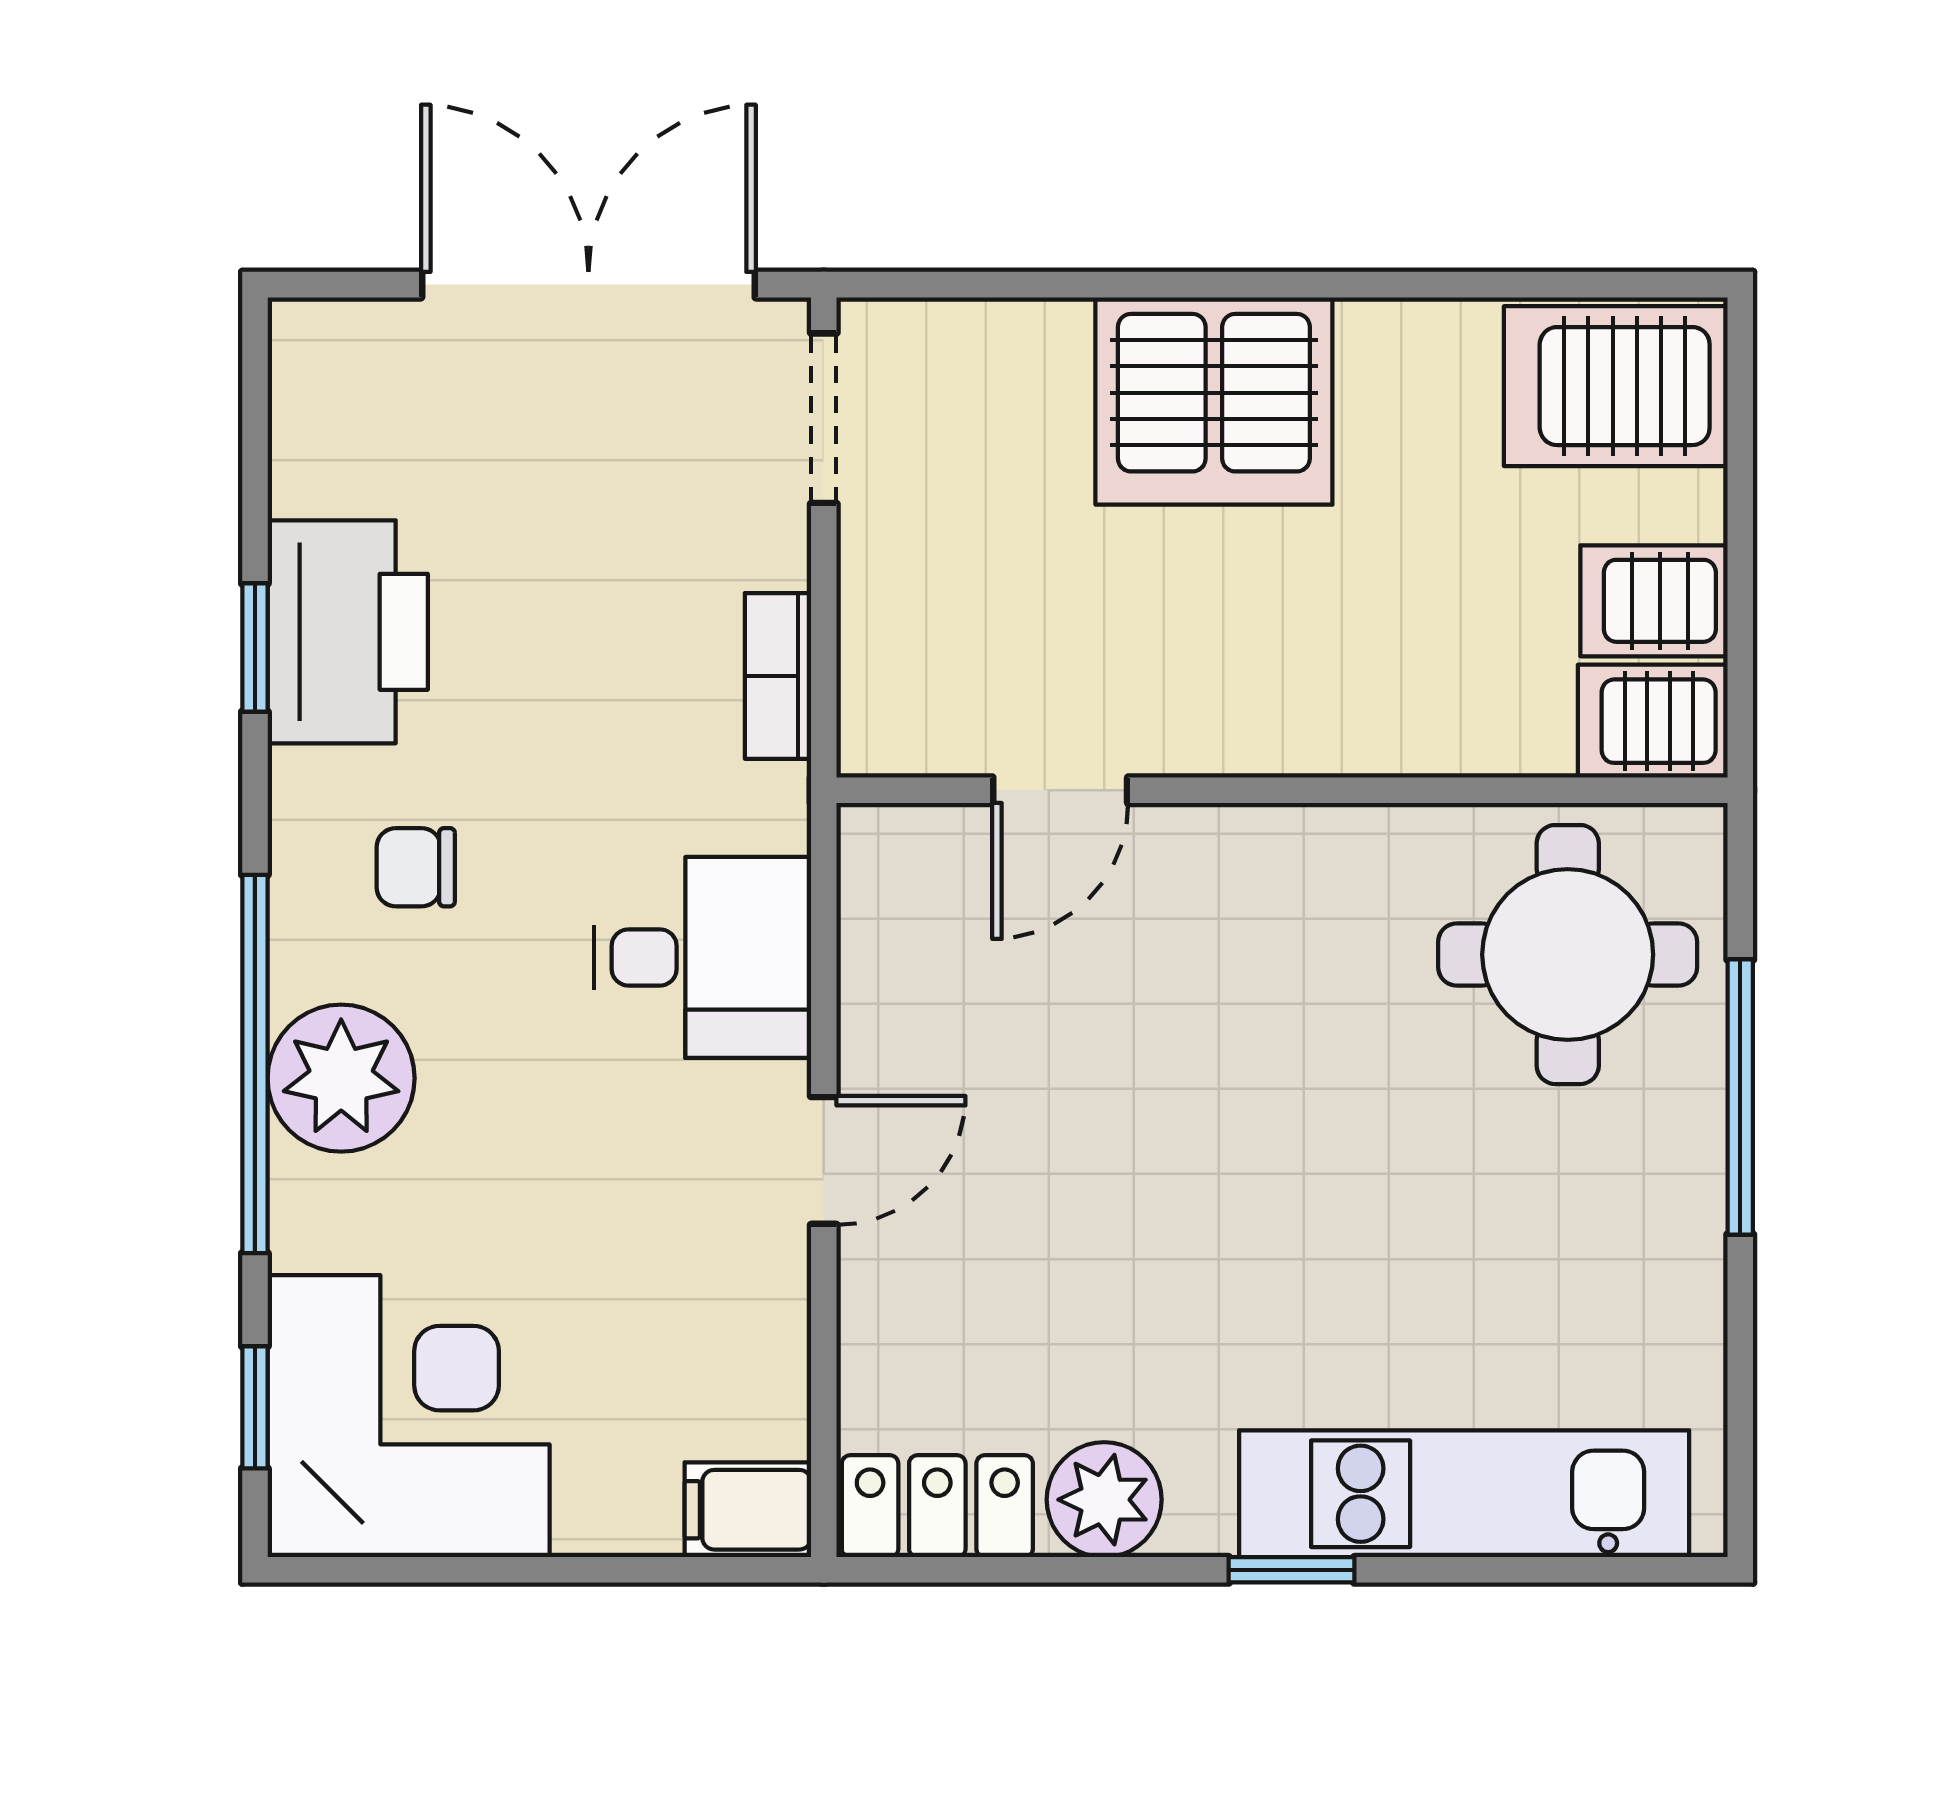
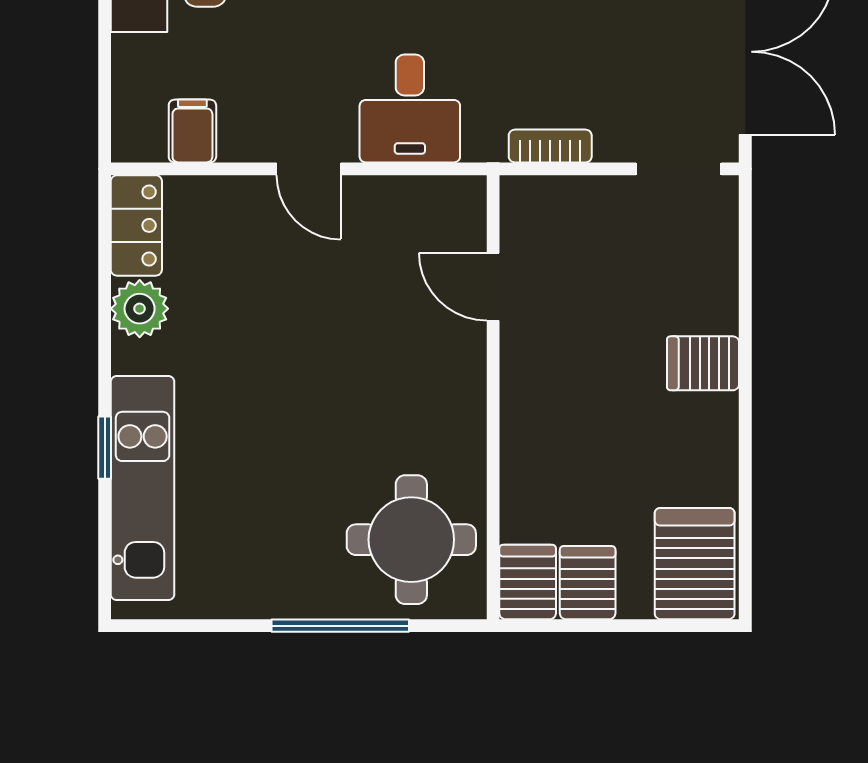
server rack: (1214, 401) -> (703, 363), width x0.46, depth x0.70
filing cabinet: (748, 1510) -> (192, 131), moved
window: (1292, 1570) -> (105, 448), moved

